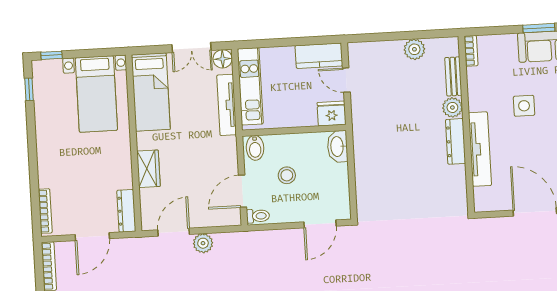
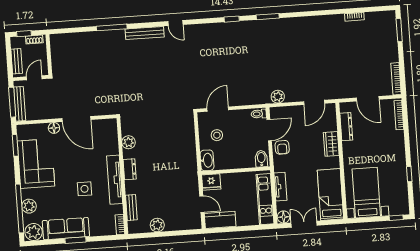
window: (29, 89) -> (409, 174), moved
tv unit: (227, 105) -> (280, 187), width x0.71
plant: (452, 107) -> (129, 142), moved
dresser: (456, 141) -> (130, 169), width x0.70
tv unit: (480, 149) -> (115, 180), moved
armchair: (223, 165) -> (282, 147), added
stool: (287, 175) -> (217, 135), moved
dresser: (126, 211) -> (346, 127), moved
door: (92, 237) -> (368, 99), swing flipped
plant: (203, 243) -> (278, 97), moved

